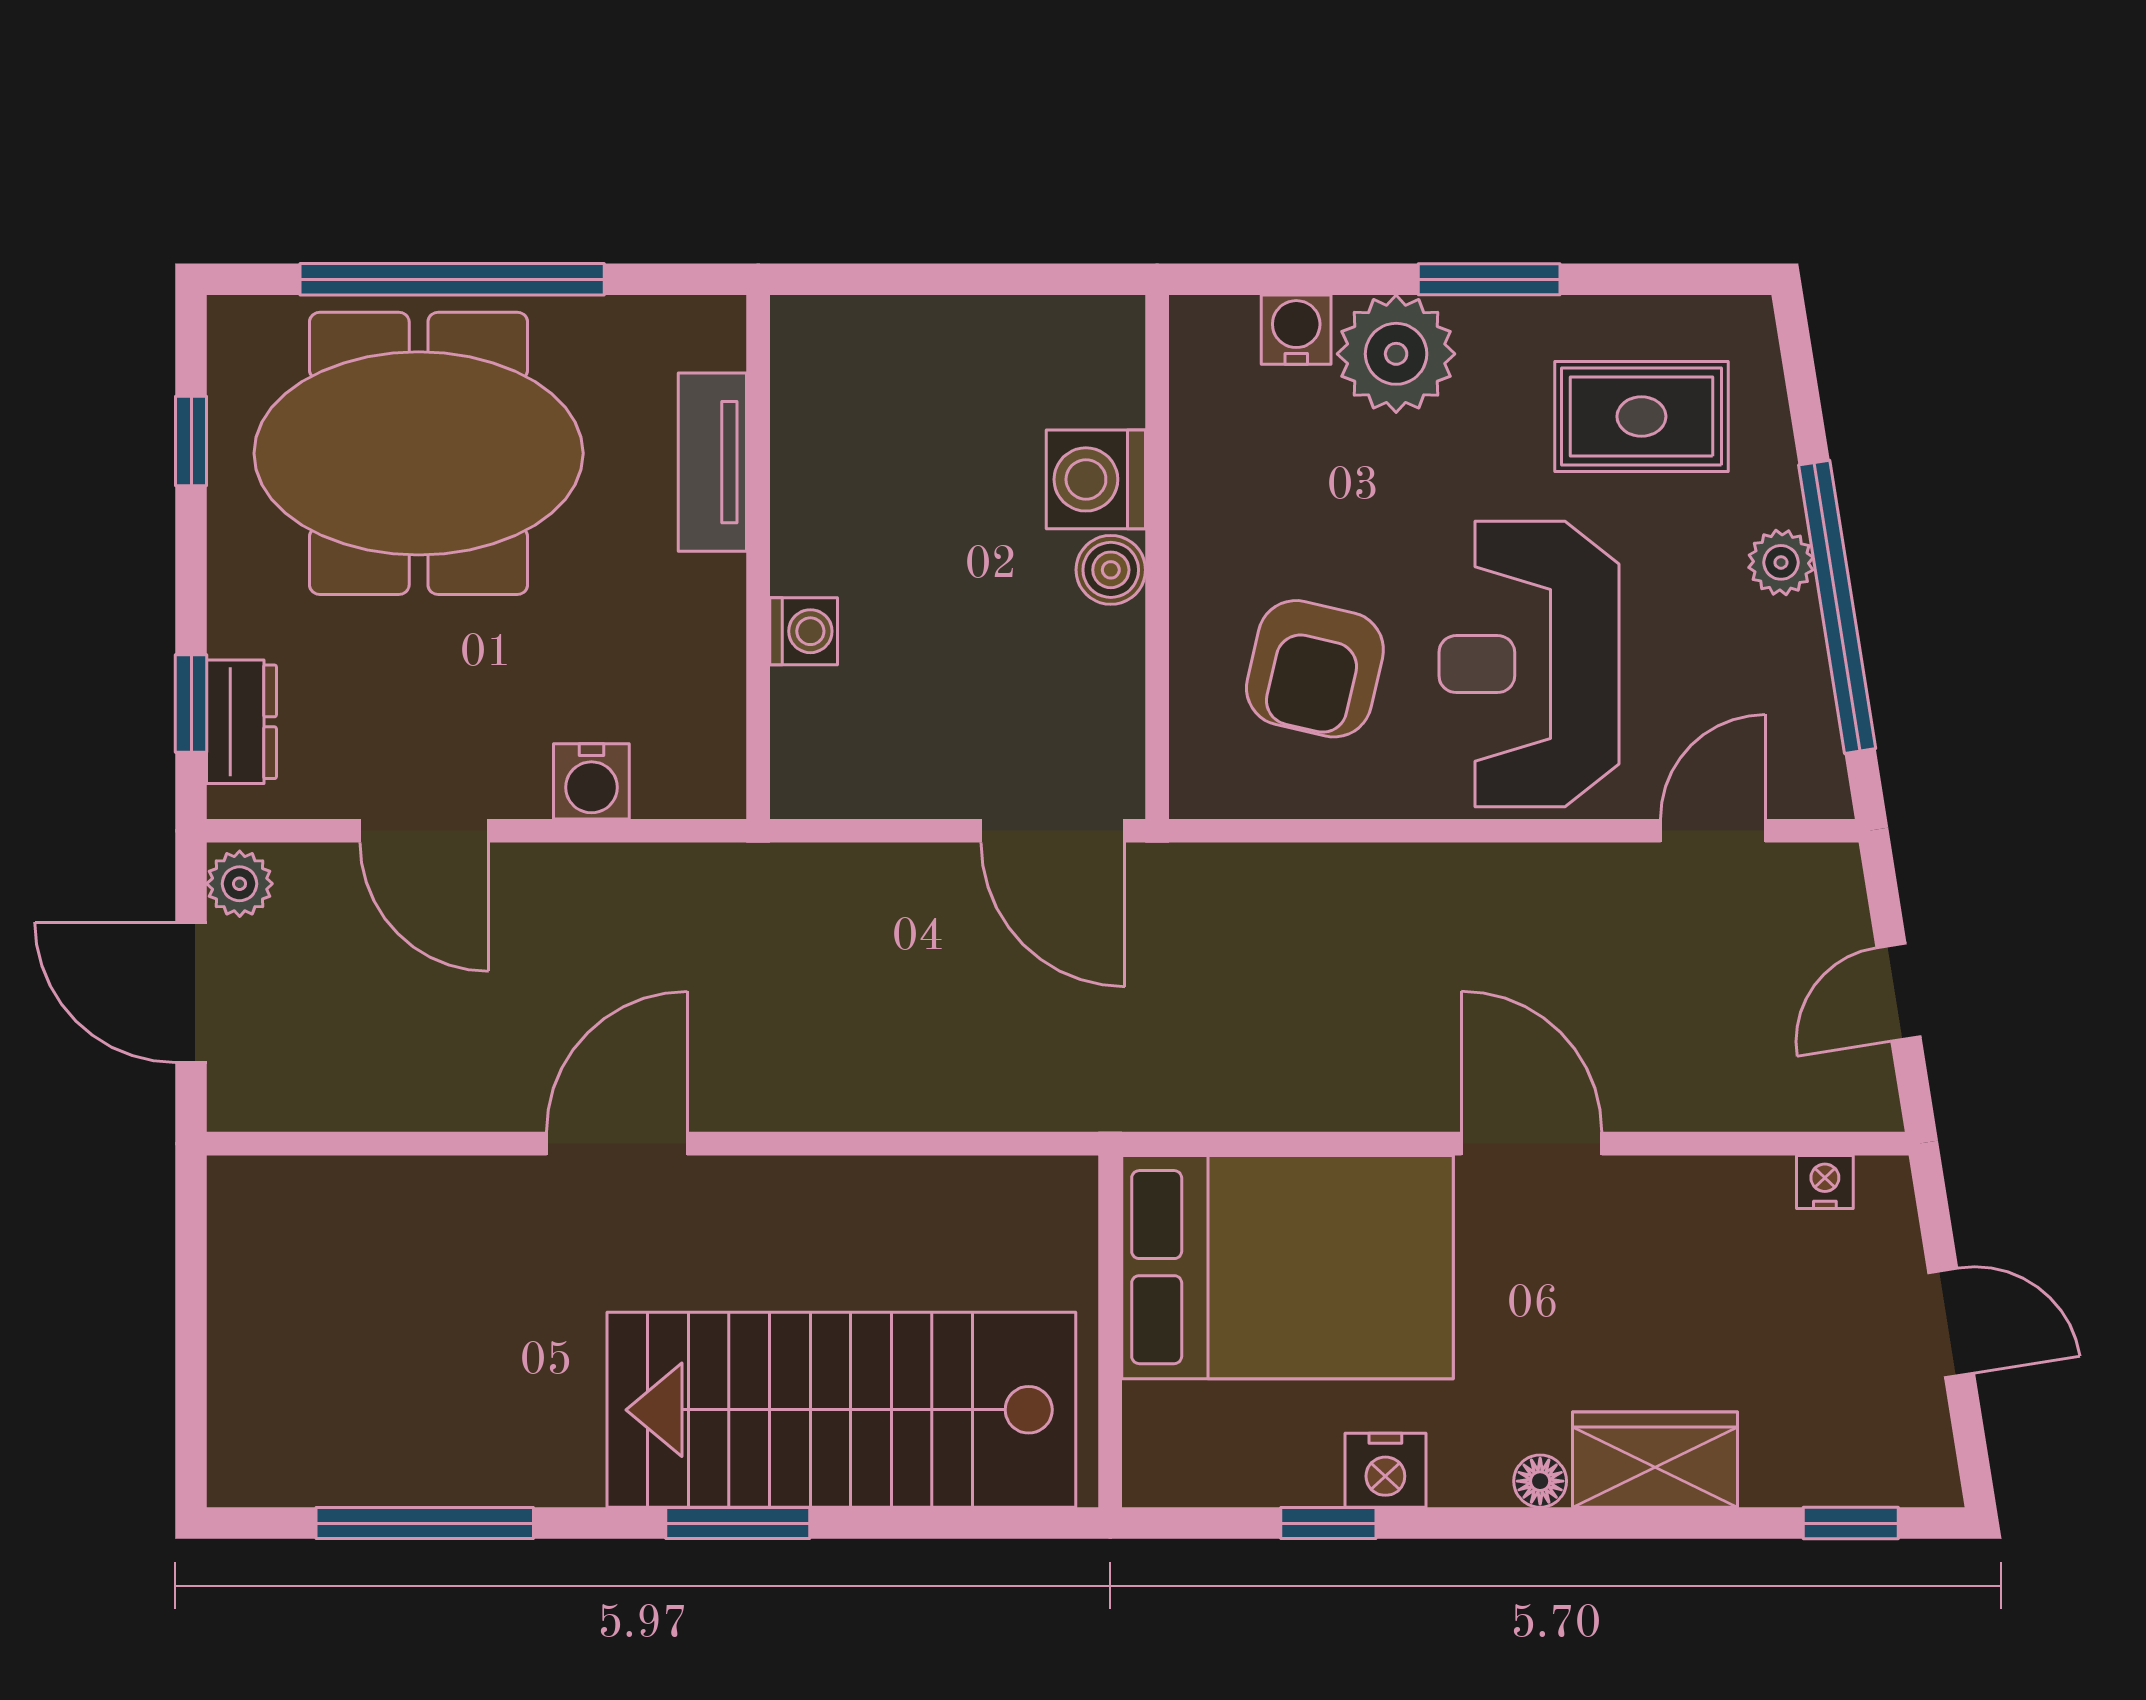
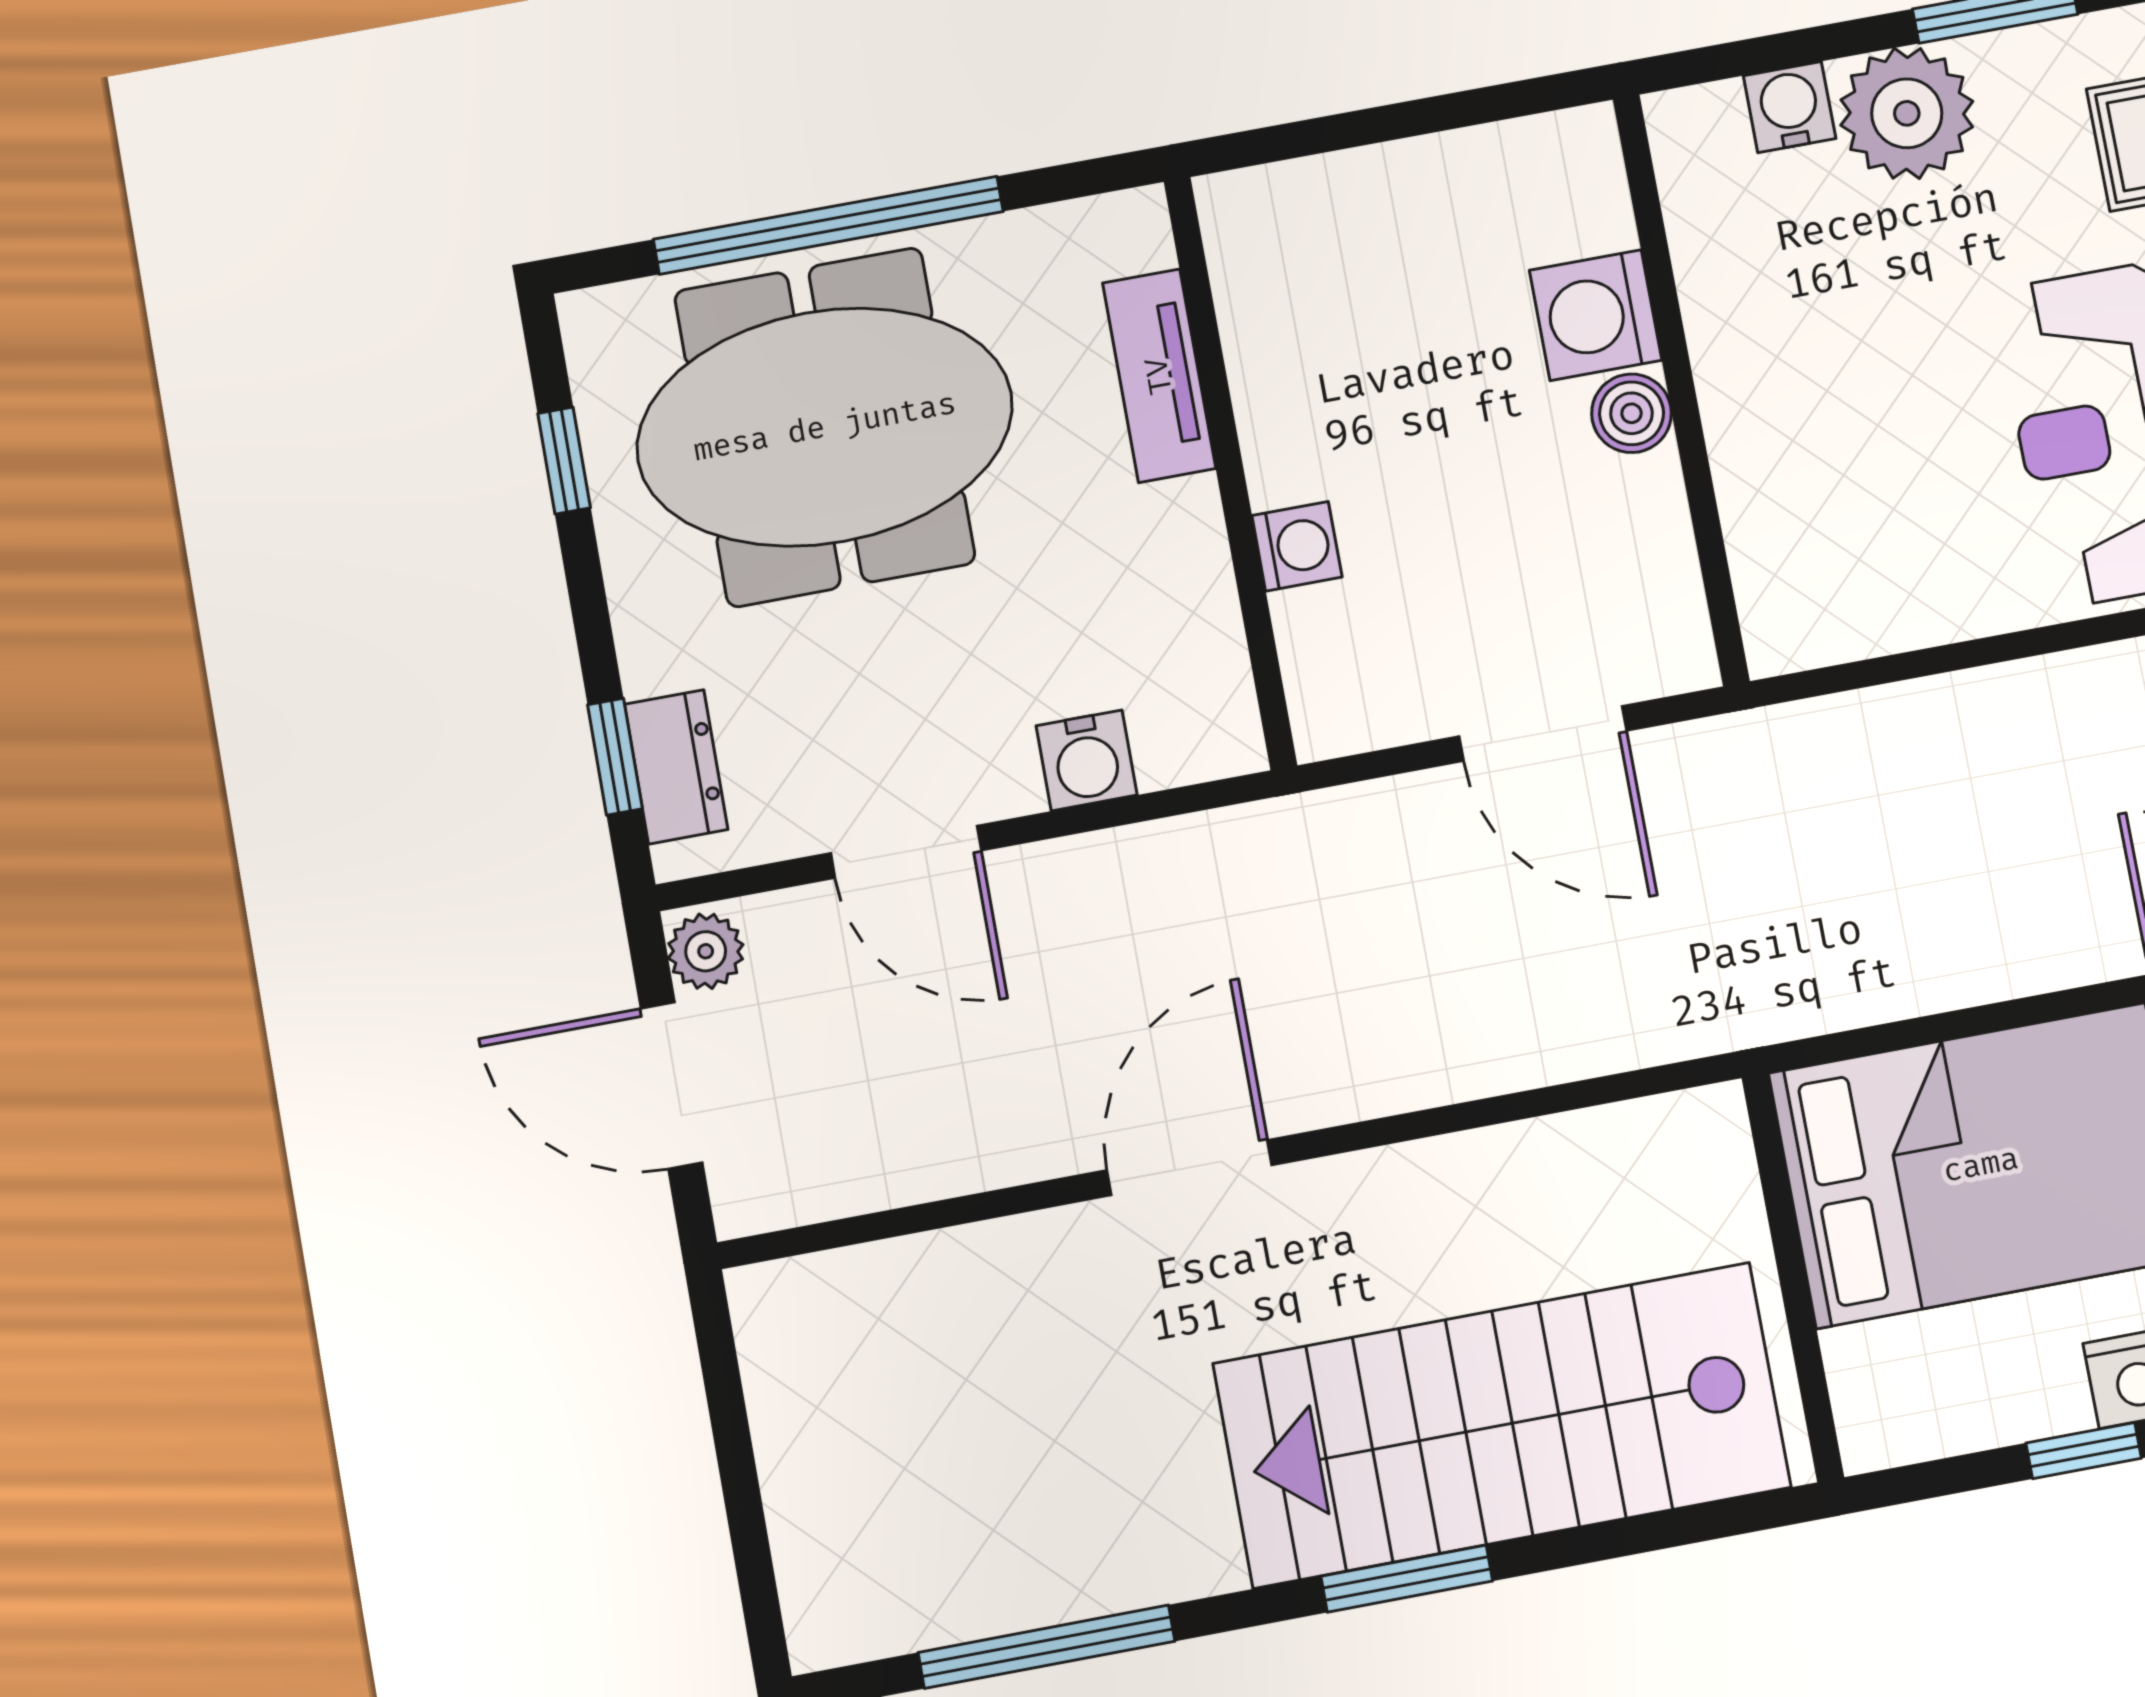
armchair: (1315, 669) -> (1883, 482), removed
door: (1053, 831) -> (1543, 733), moved

